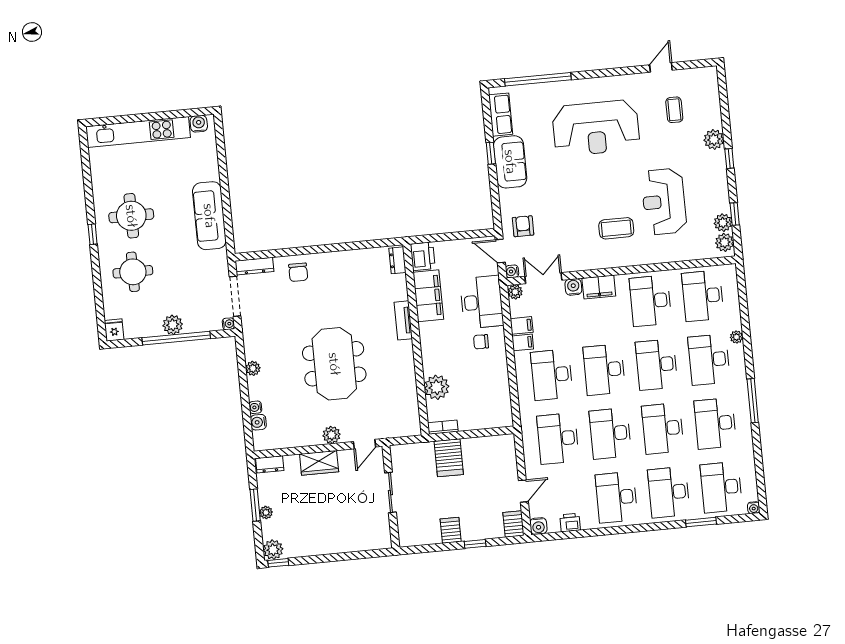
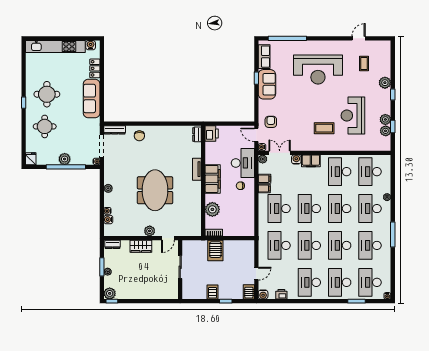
locker: (210, 163) -> (95, 68), added
plant: (725, 242) -> (385, 119), moved
filing cabinet: (428, 296) -> (213, 179), moved

